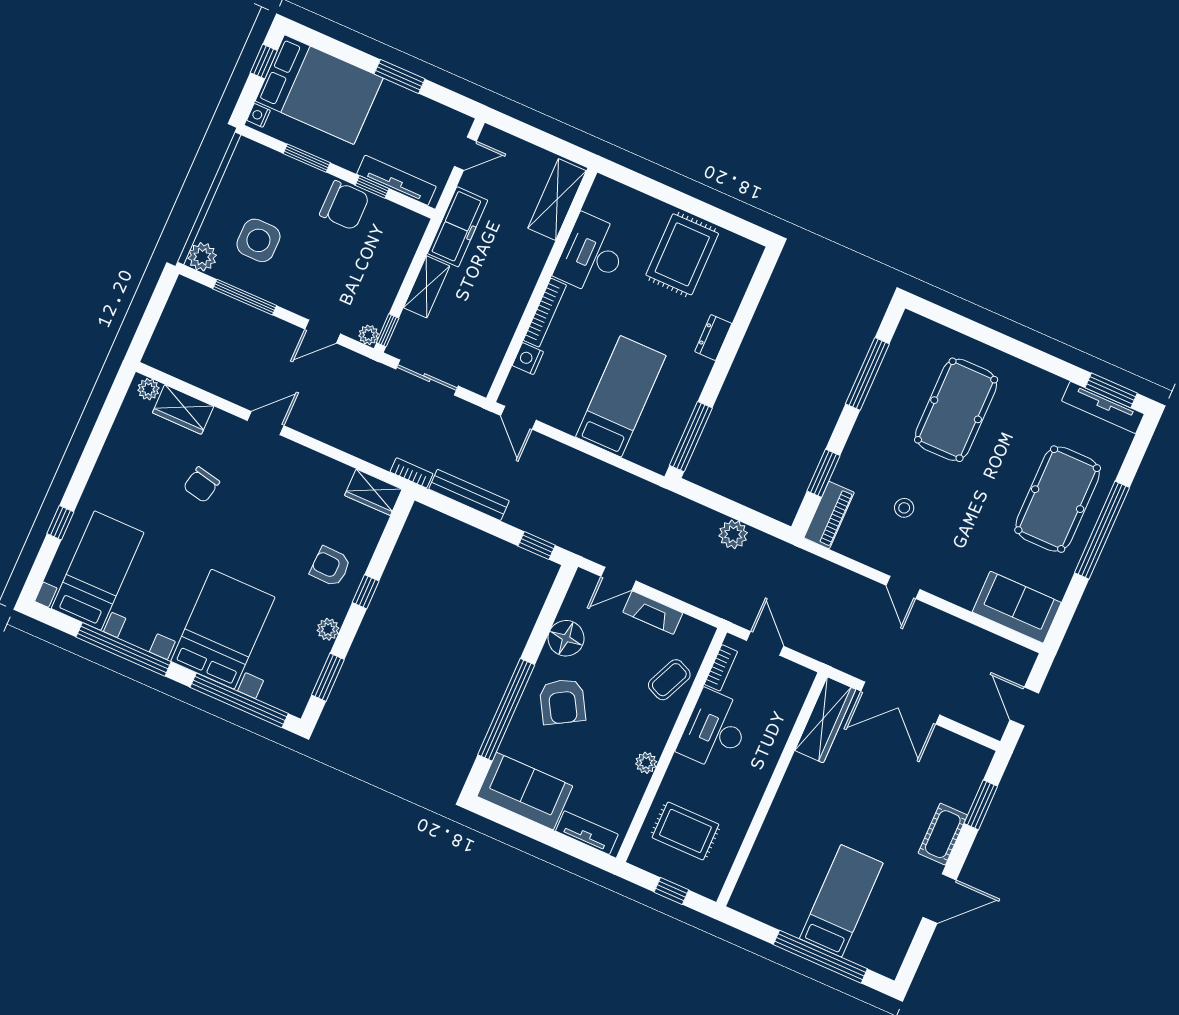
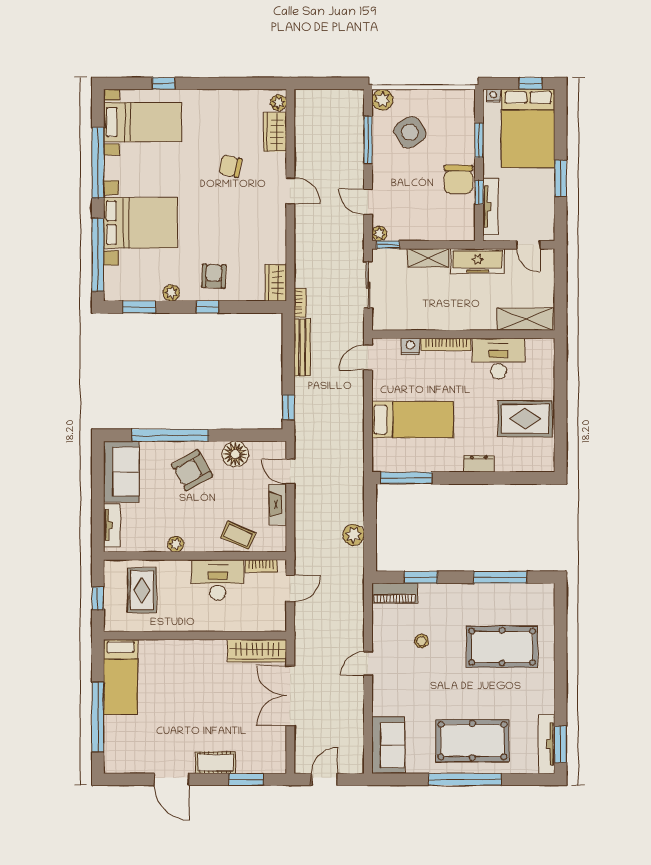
side table: (258, 240) -> (410, 132), turned -33
bed: (841, 901) -> (121, 677), moved, turned 90

